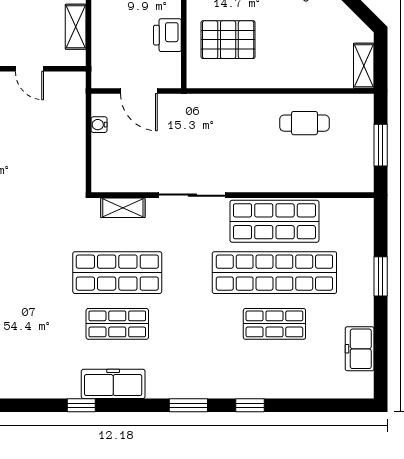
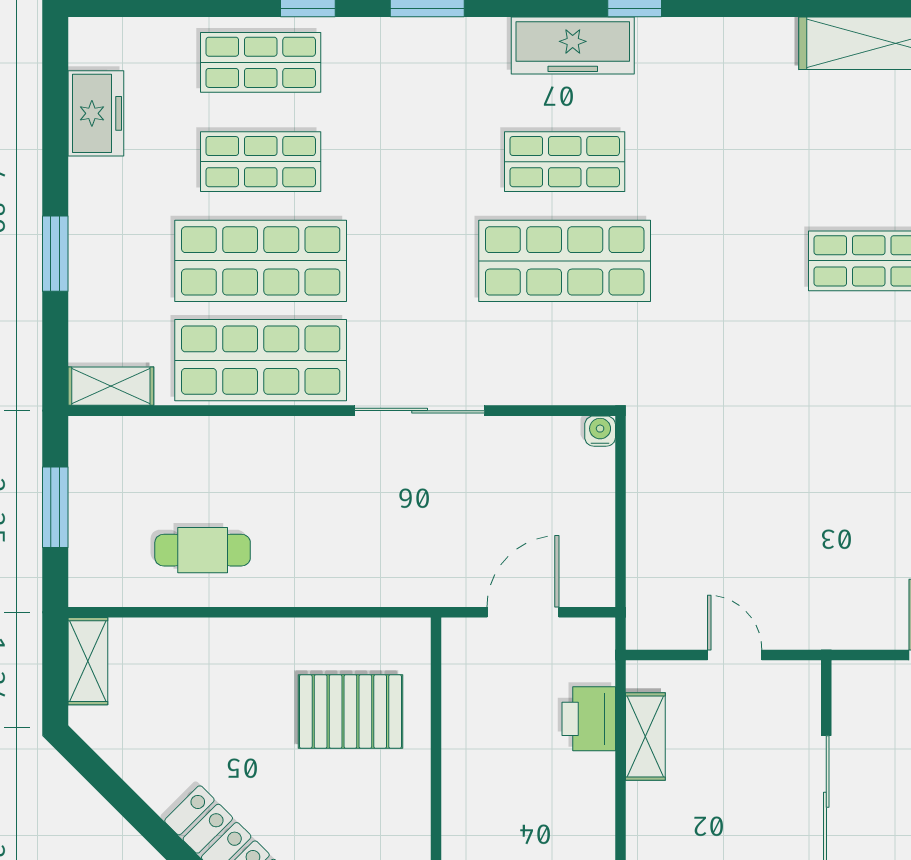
printer: (167, 35) -> (589, 719), moved, turned 180
door: (139, 91) -> (523, 612), hinge flipped
water cooler: (99, 125) -> (600, 431), moved, turned -90
shelving: (123, 208) -> (111, 386), moved
shop shelf: (274, 273) -> (261, 261), width x0.71
shop shelf: (274, 375) -> (261, 62), added

